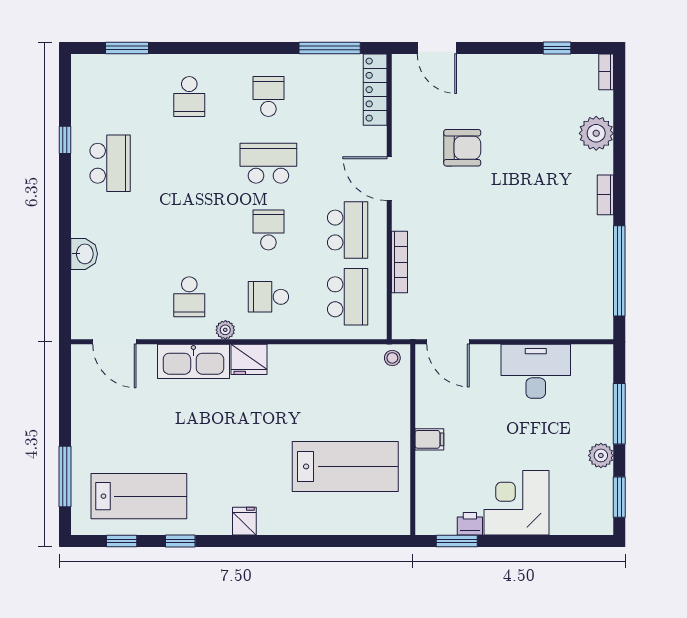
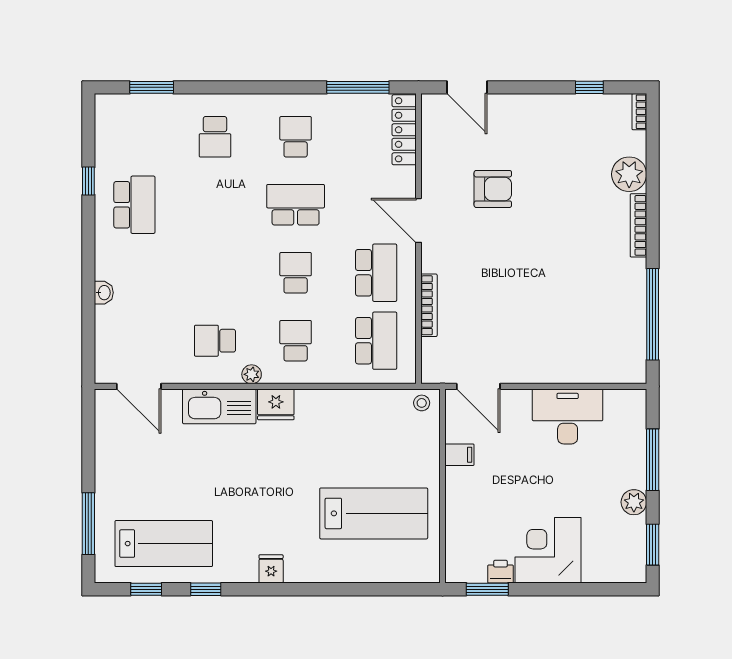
bookcase: (605, 195) -> (638, 225), width x1.56
washbasin: (84, 254) -> (104, 293), width x0.72, depth x0.69
school desk: (189, 297) -> (215, 341), turned 90
school desk: (268, 297) -> (296, 341), turned 90
filing cabinet: (429, 439) -> (459, 455), moved

